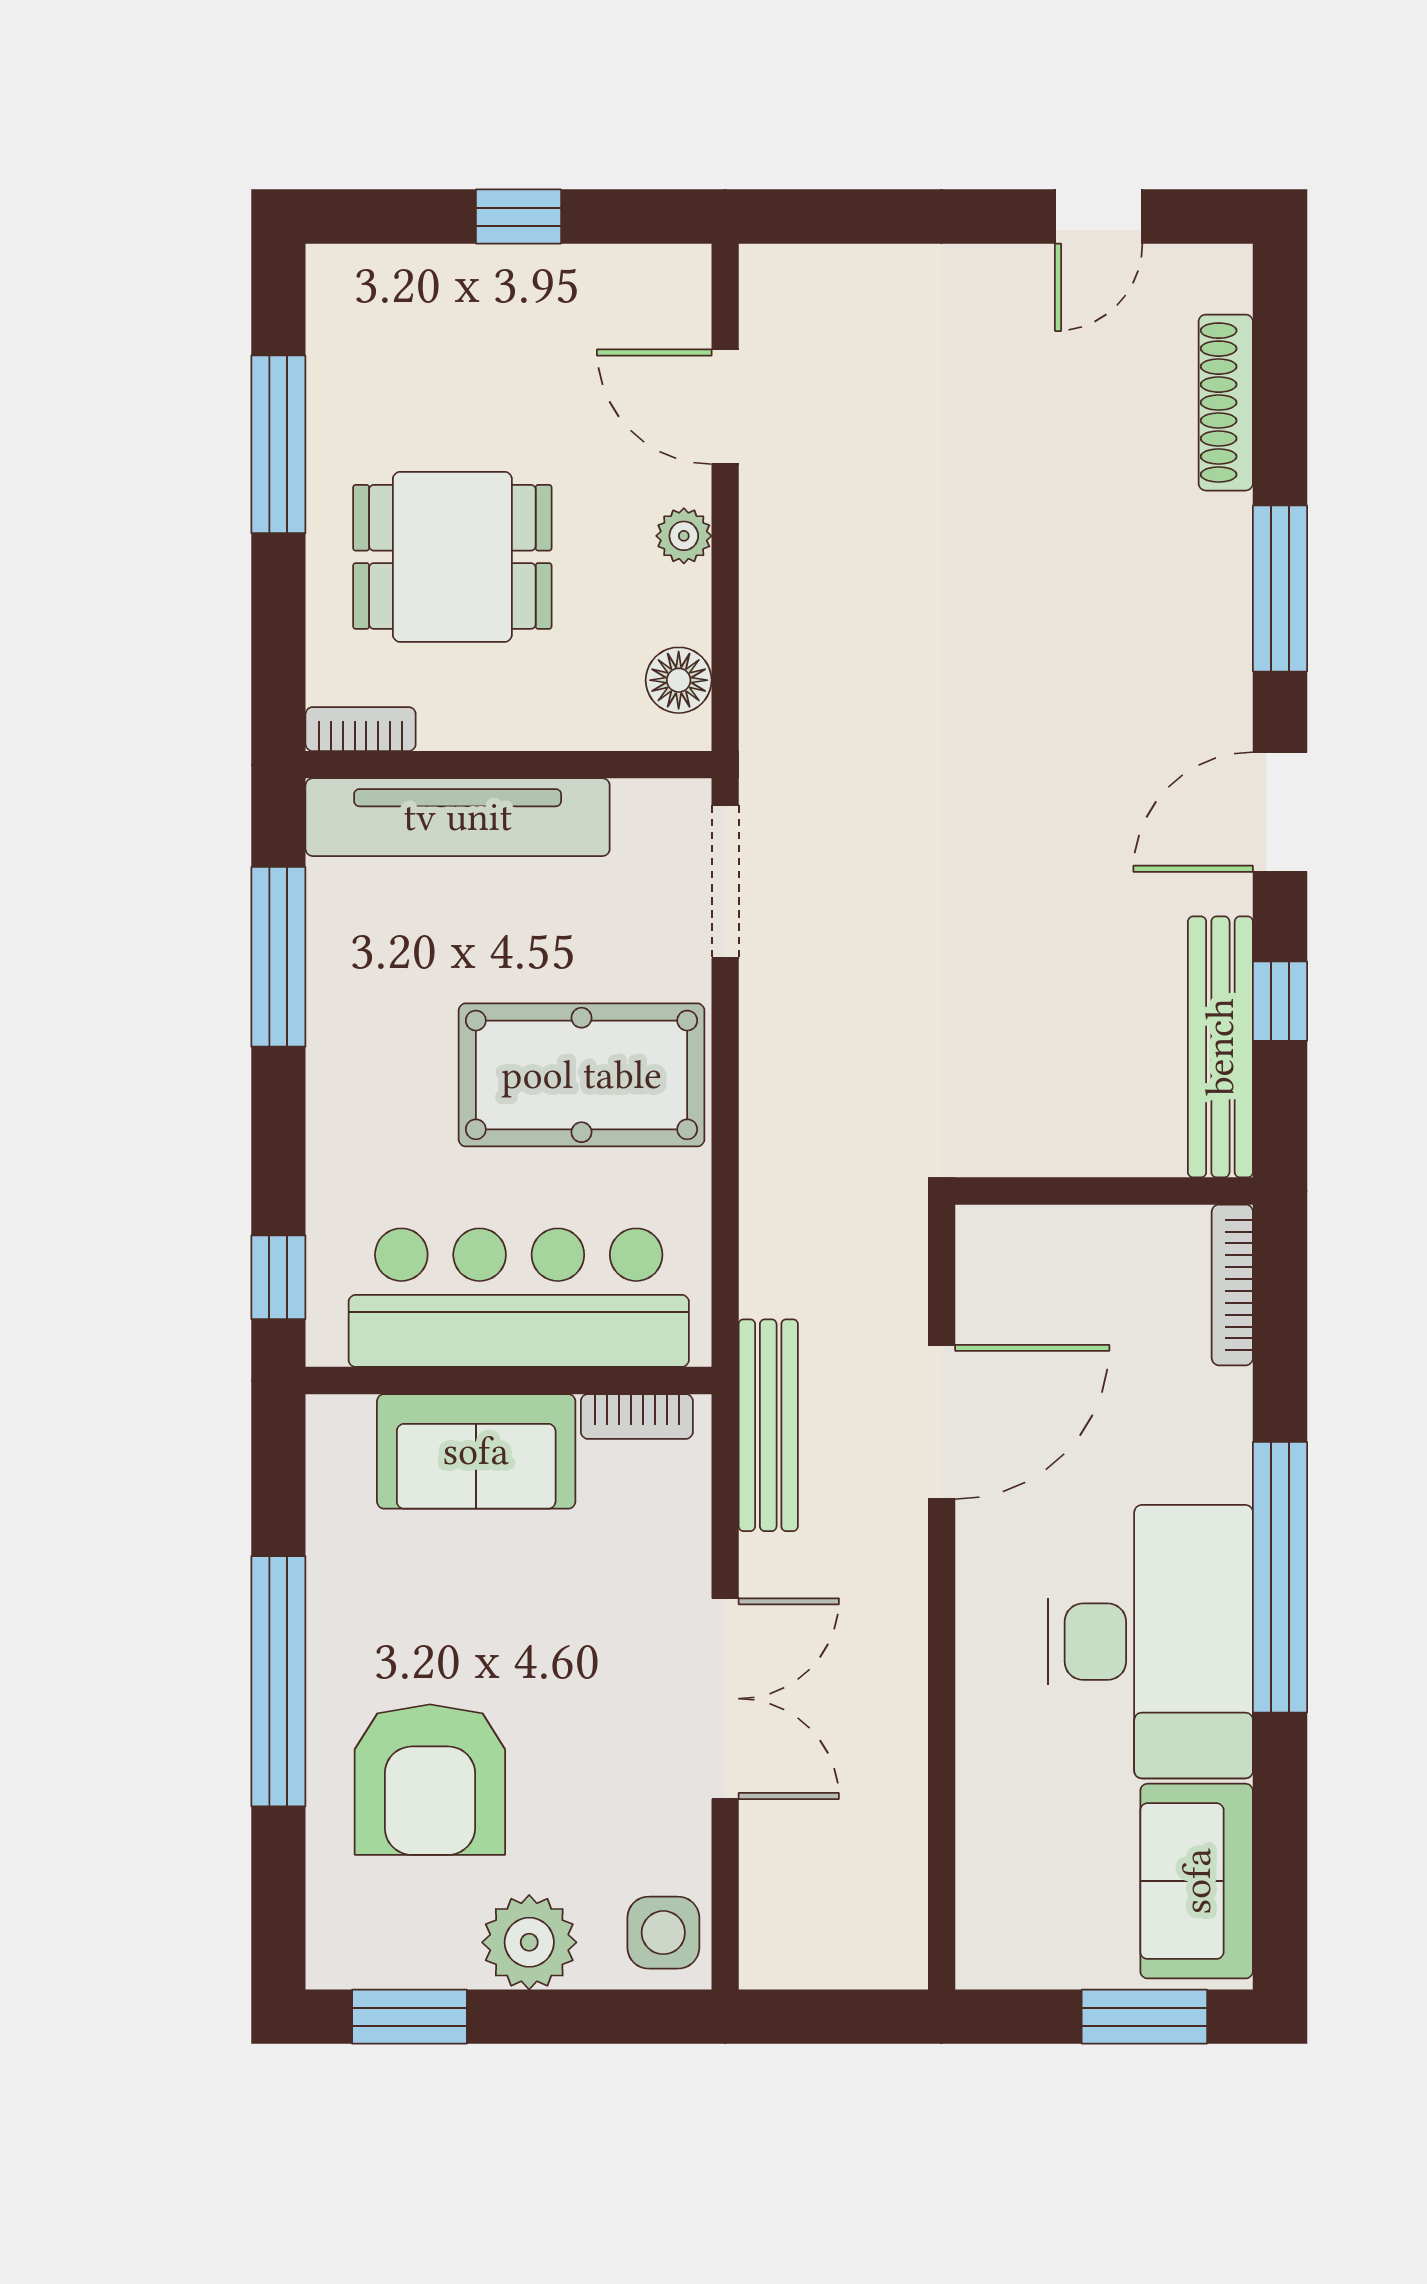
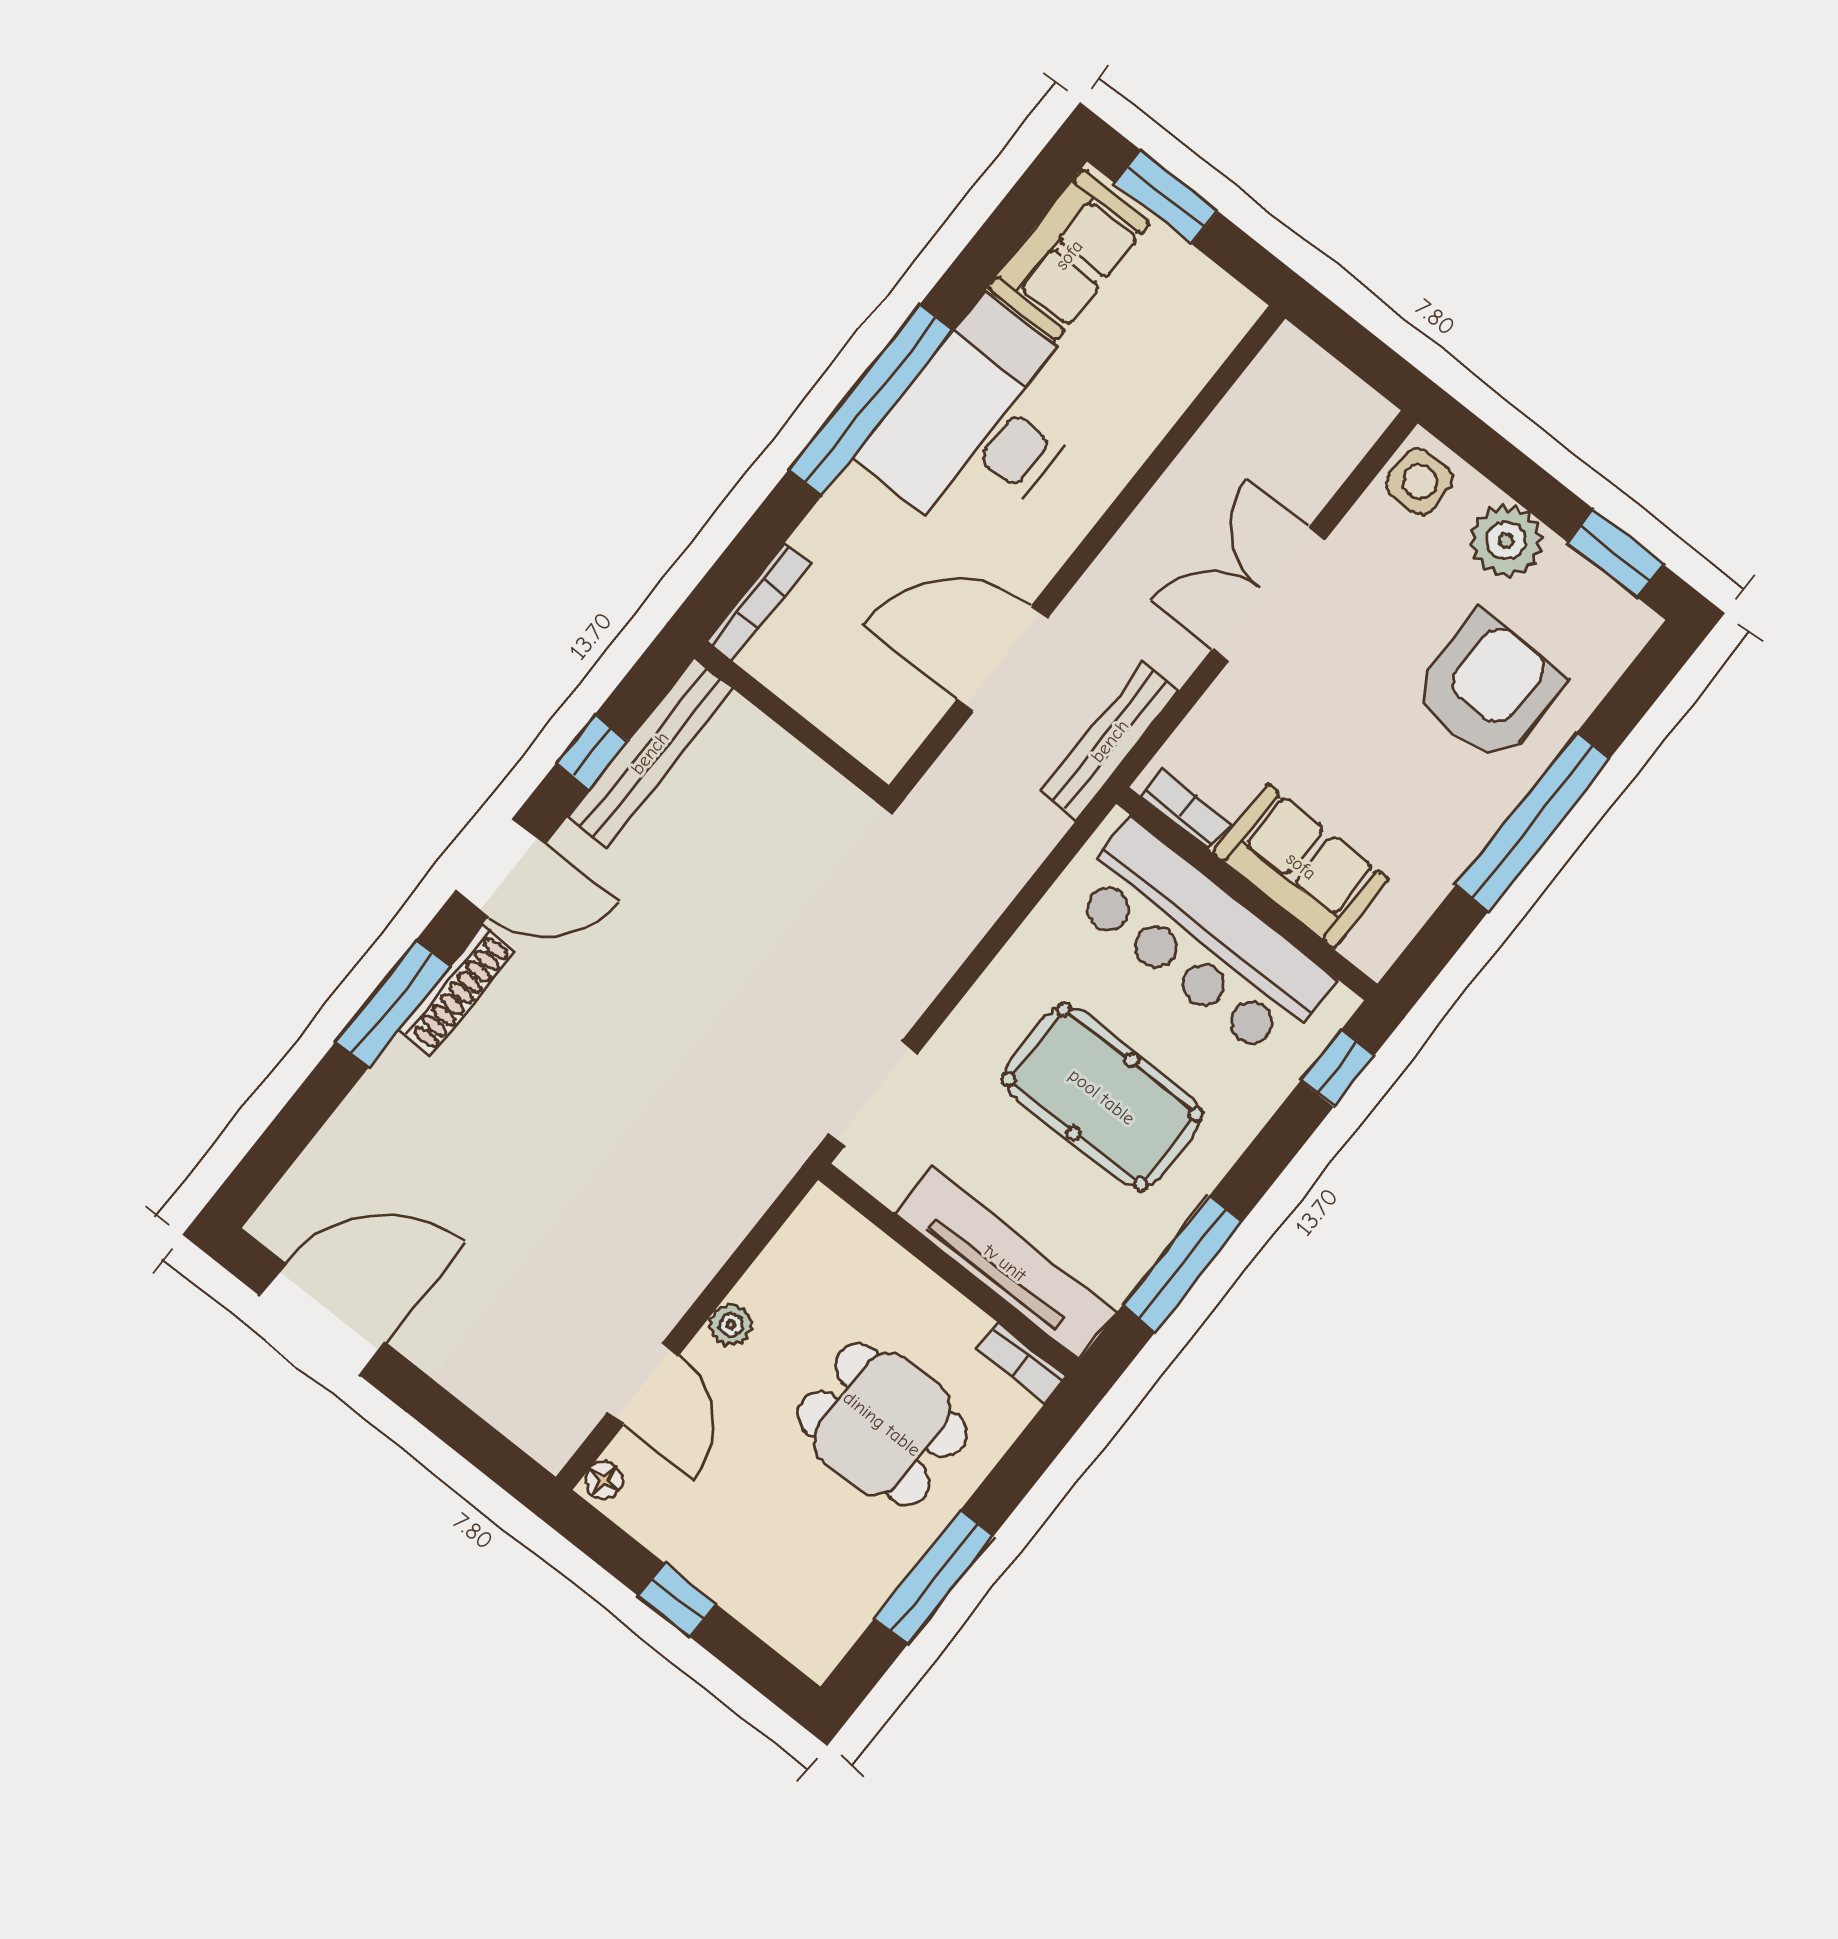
door: (1099, 217) -> (323, 1319), width x1.88
shoe rack: (1226, 403) -> (457, 990), moved
floor lamp: (679, 680) -> (604, 1480), moved, width x0.73, depth x0.73
pool table: (582, 1075) -> (1102, 1097), moved

